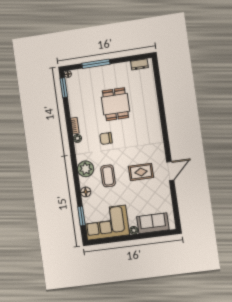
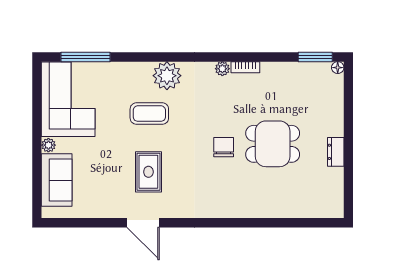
window: (96, 64) -> (348, 119), removed
dresser: (139, 64) -> (336, 152), moved
chair: (106, 138) -> (224, 147), moved
floor lamp: (86, 192) -> (126, 70), removed
window: (81, 216) -> (85, 57), width x1.44

